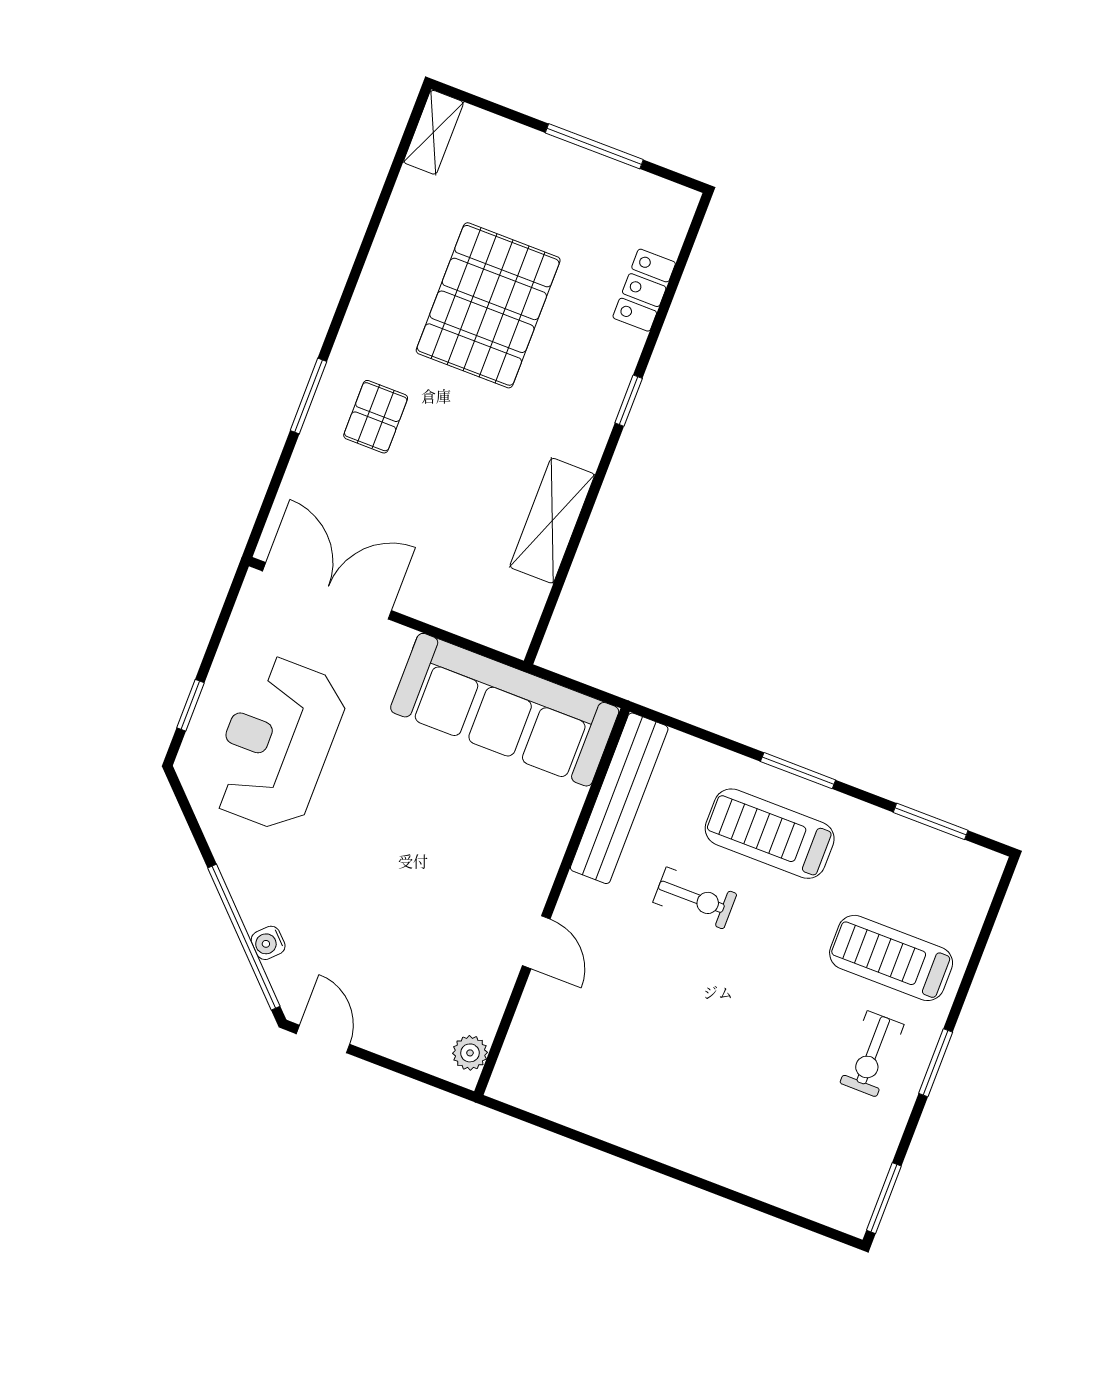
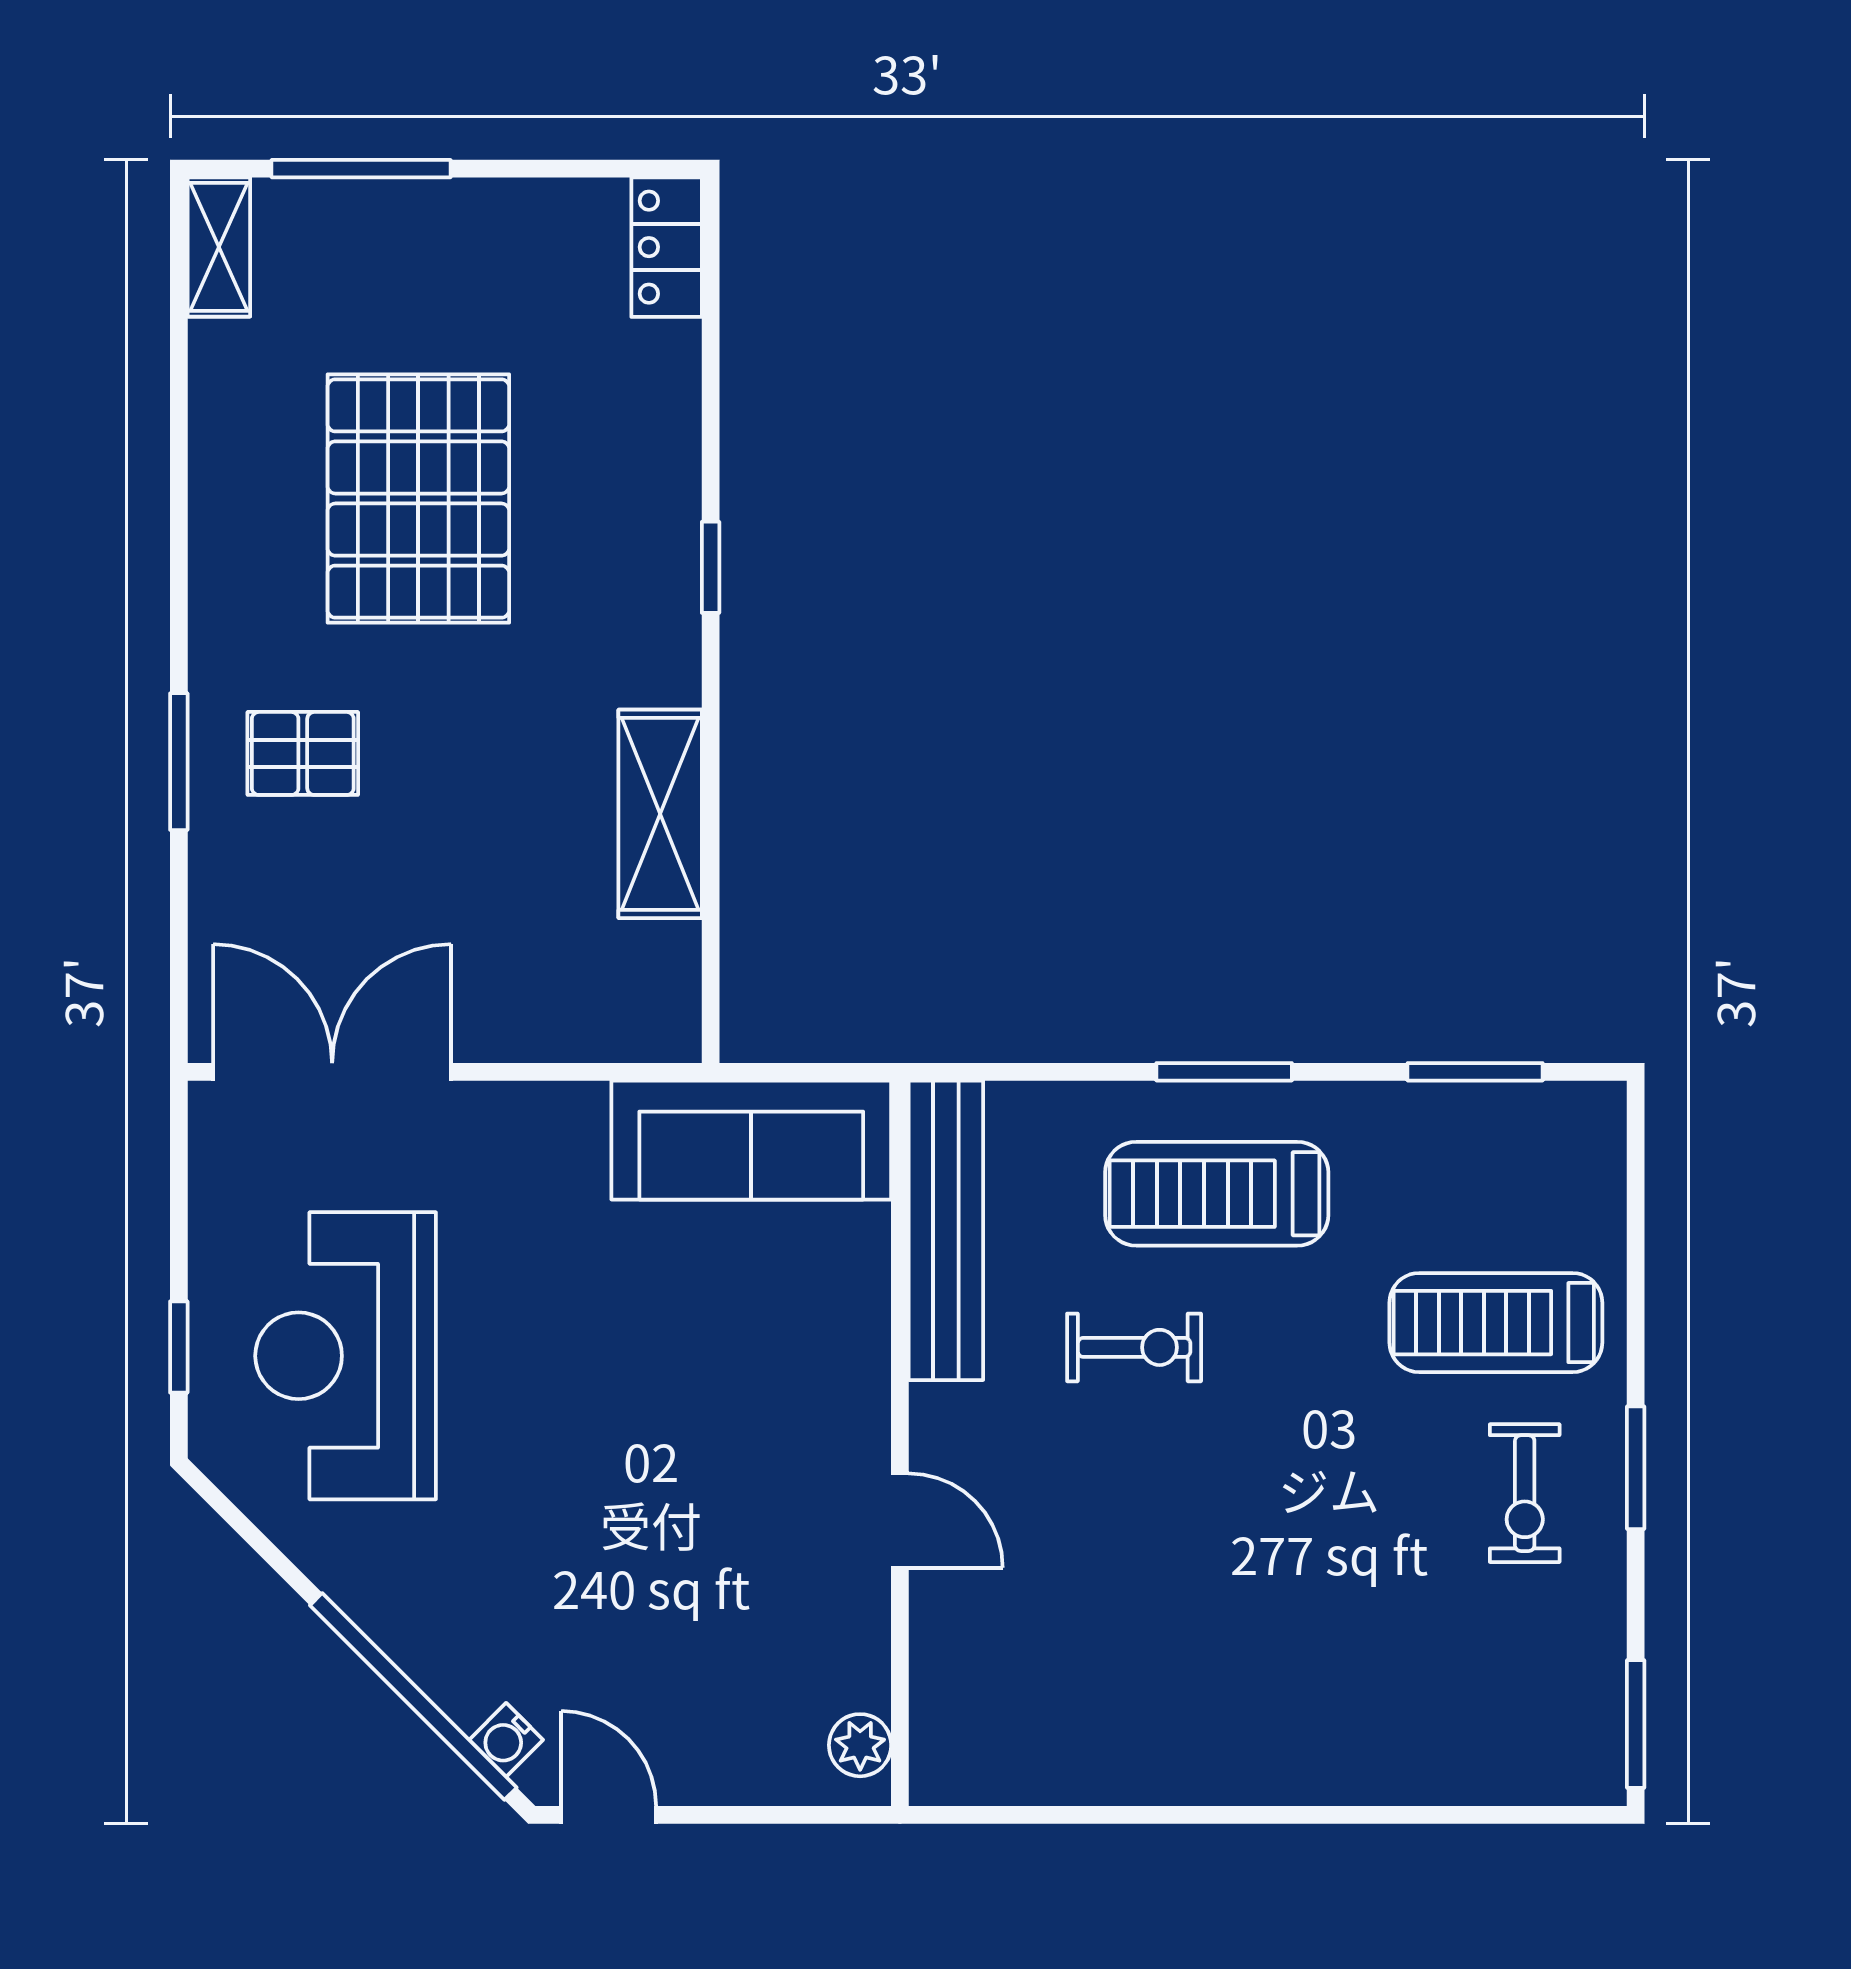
window: (594, 146) -> (361, 169), moved
locker: (644, 290) -> (667, 247), moved
pallet: (376, 417) -> (303, 753), turned 90
sofa: (505, 710) -> (751, 1140), width x0.74, depth x0.79
water cooler: (268, 943) -> (506, 1740), moved

